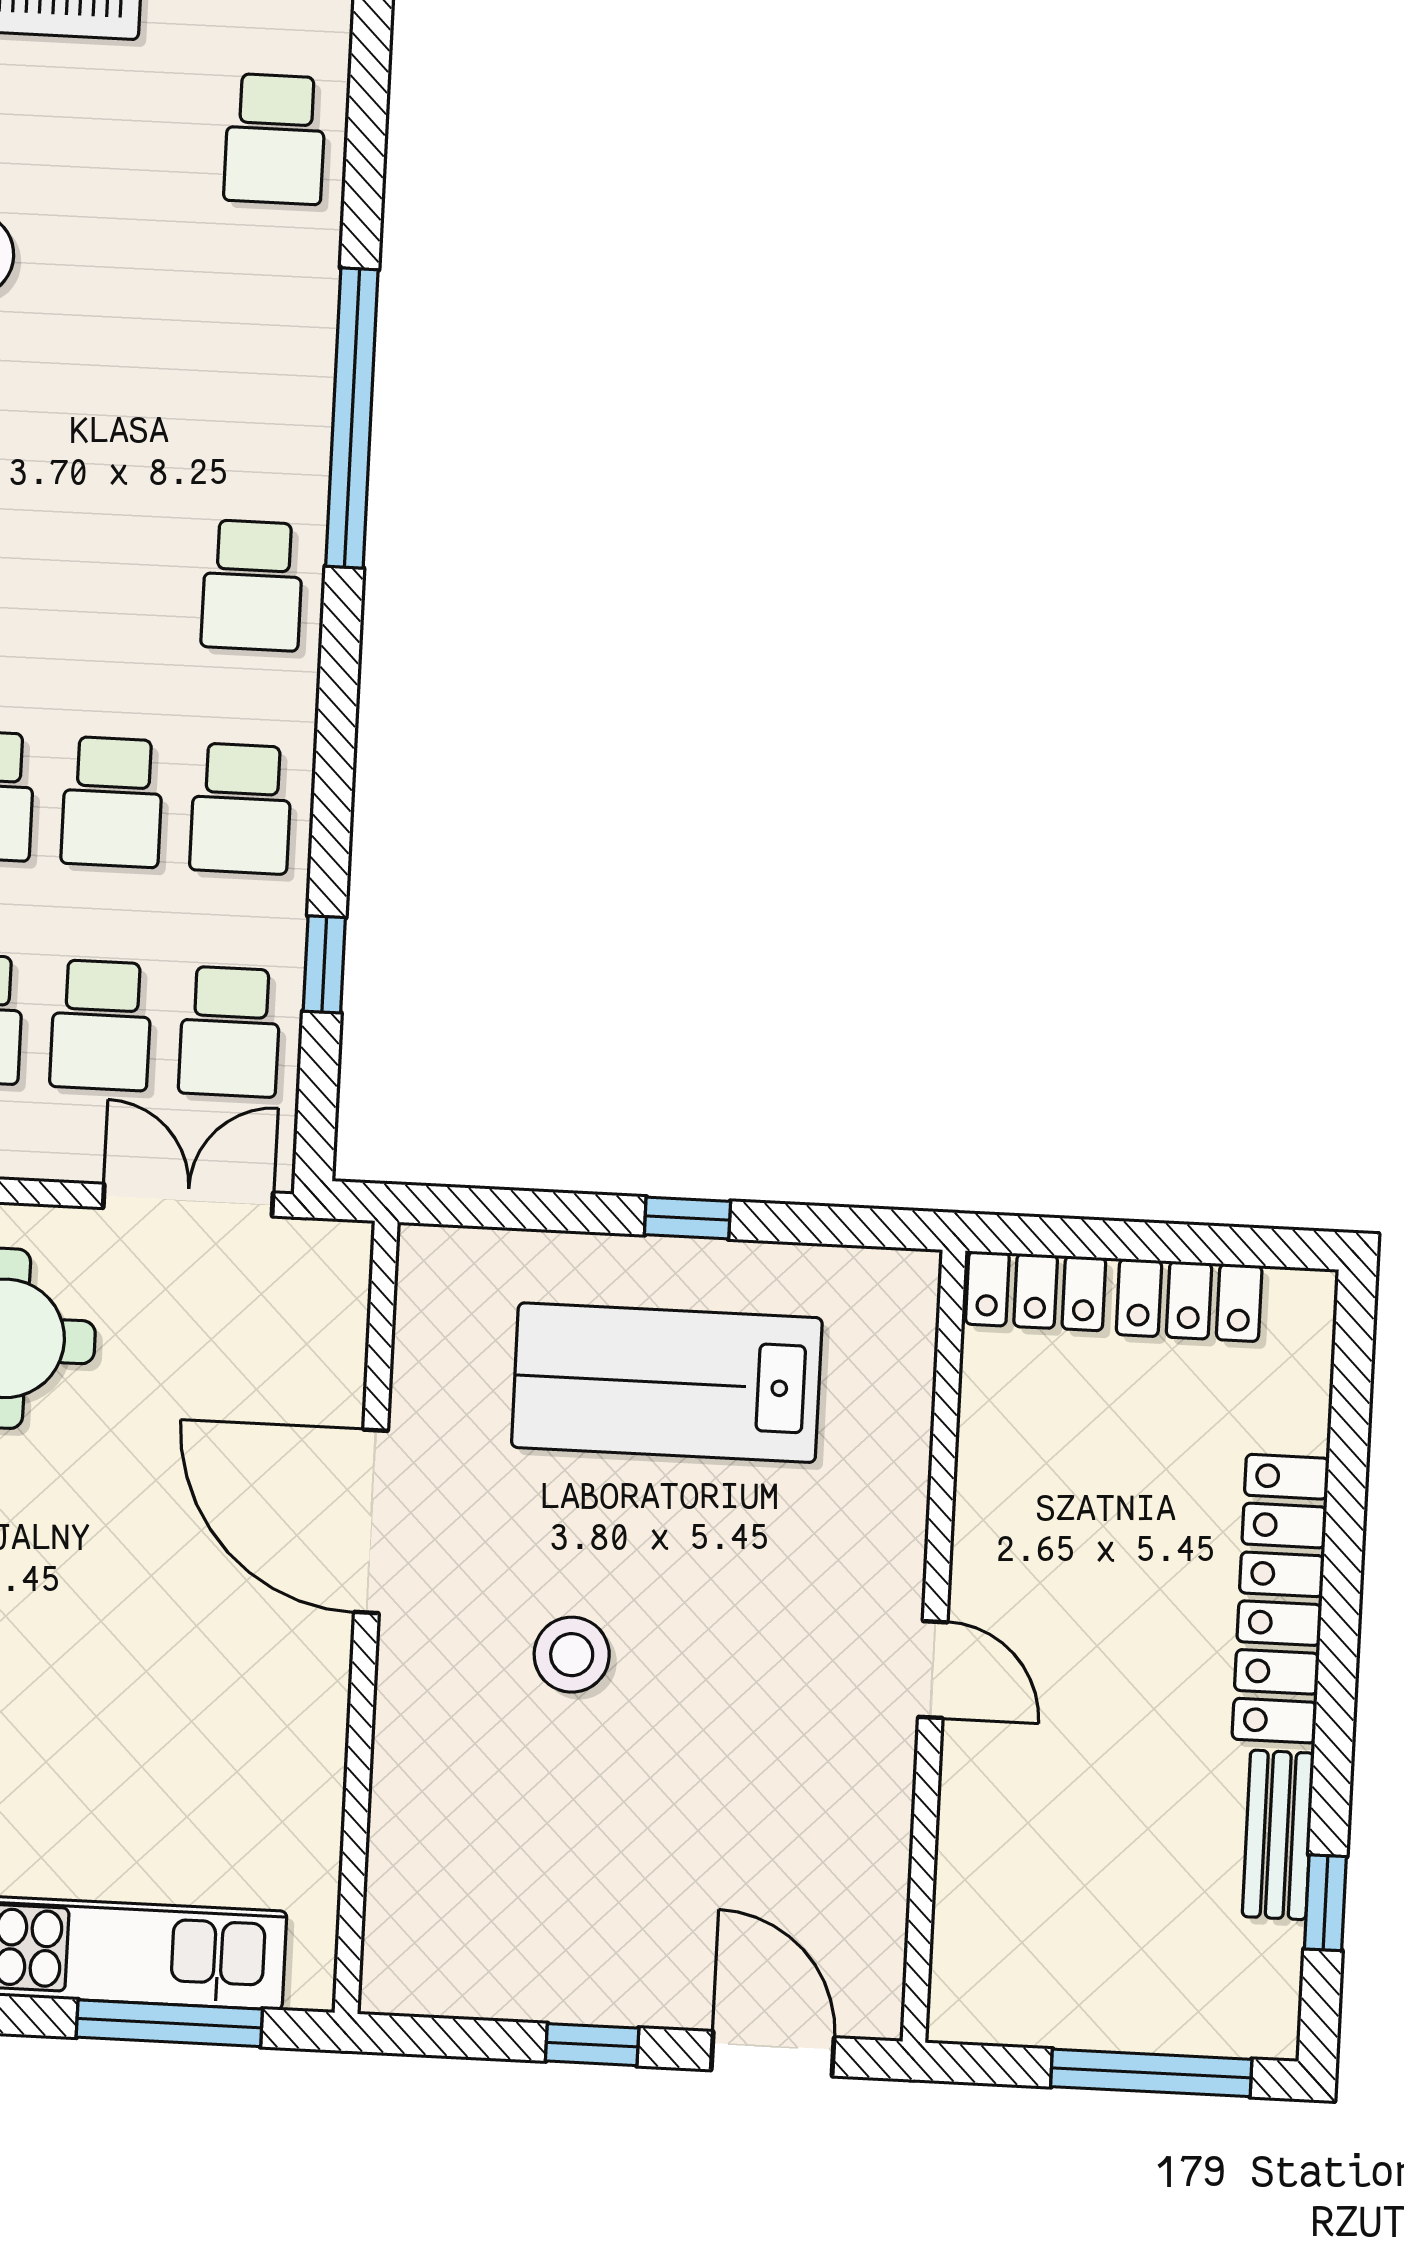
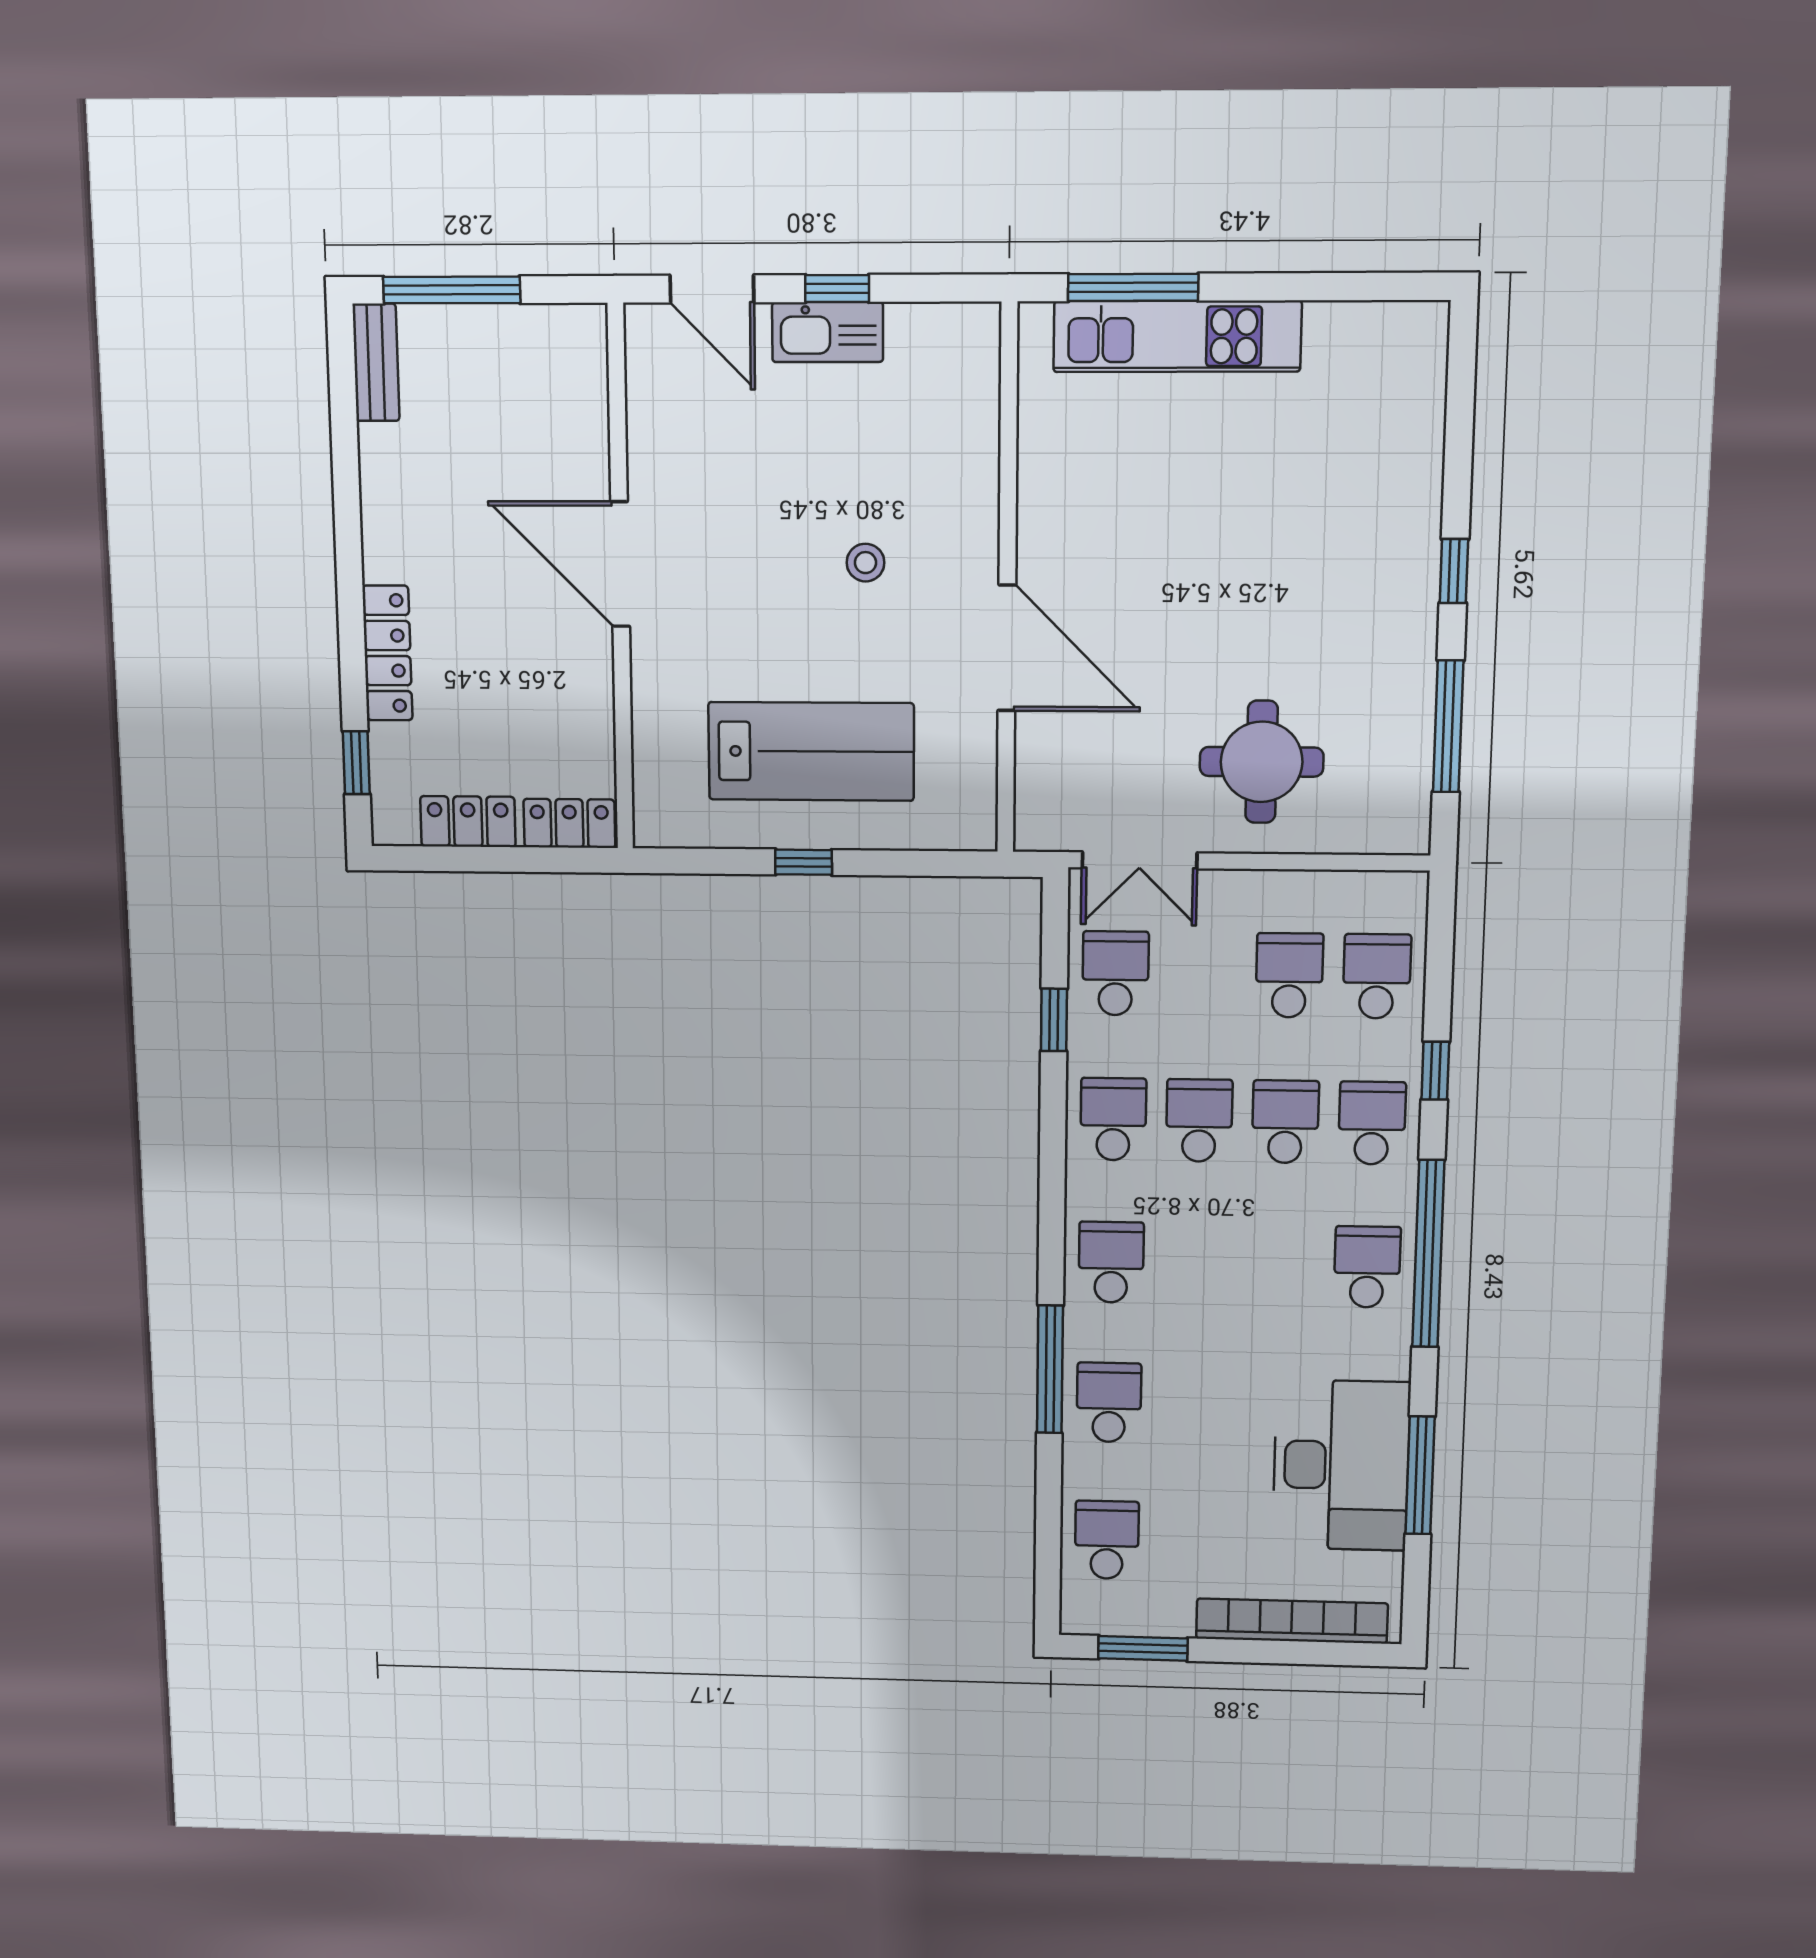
window: (352, 418) -> (1050, 1369), width x0.68
school desk: (101, 1025) -> (1109, 1402), moved
locker: (1281, 1599) -> (387, 653), width x0.71, depth x0.83
stool: (572, 1655) -> (865, 563), width x0.73, depth x0.73
door: (933, 1670) -> (620, 564), width x1.87
bench: (1278, 1835) -> (376, 362), moved
window: (1325, 1903) -> (356, 763), moved
kitchen sink: (609, 1985) -> (828, 332), added

